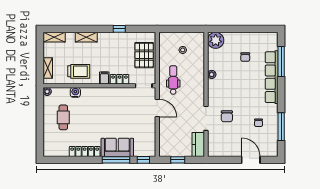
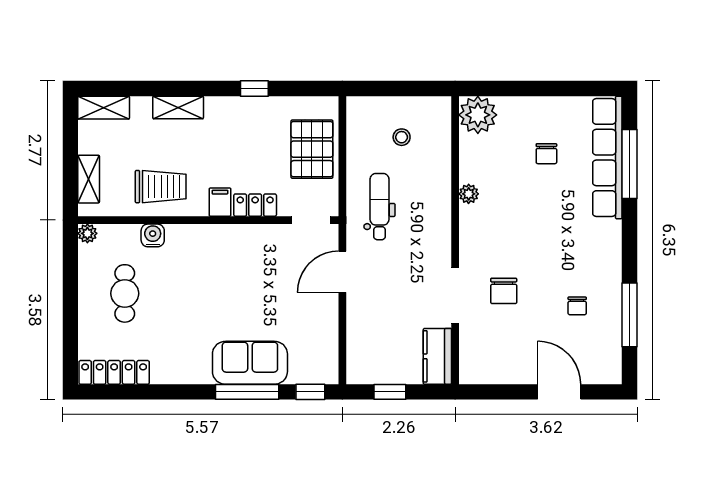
row of seats: (272, 77) -> (607, 158), moved
door: (157, 108) -> (342, 272), swing flipped
locker: (85, 151) -> (114, 372), moved

